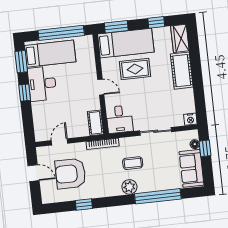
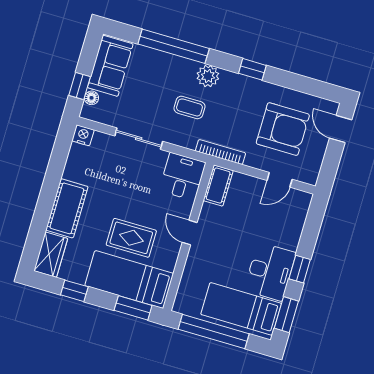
door: (34, 173) -> (341, 129), moved
window: (84, 205) -> (252, 69), moved

